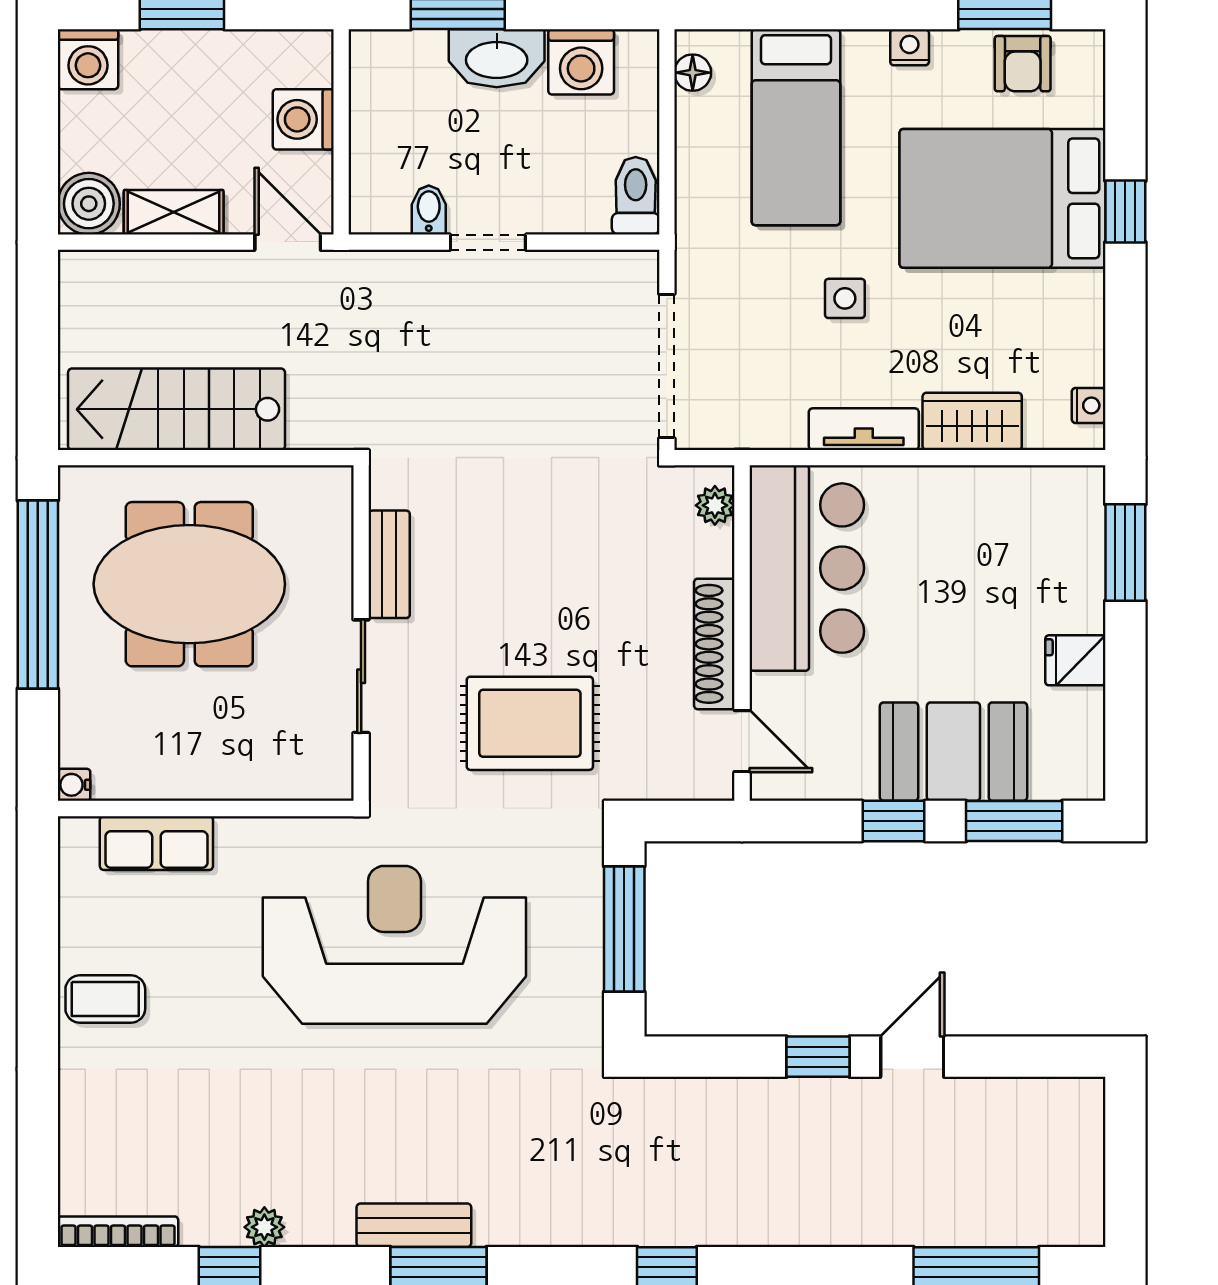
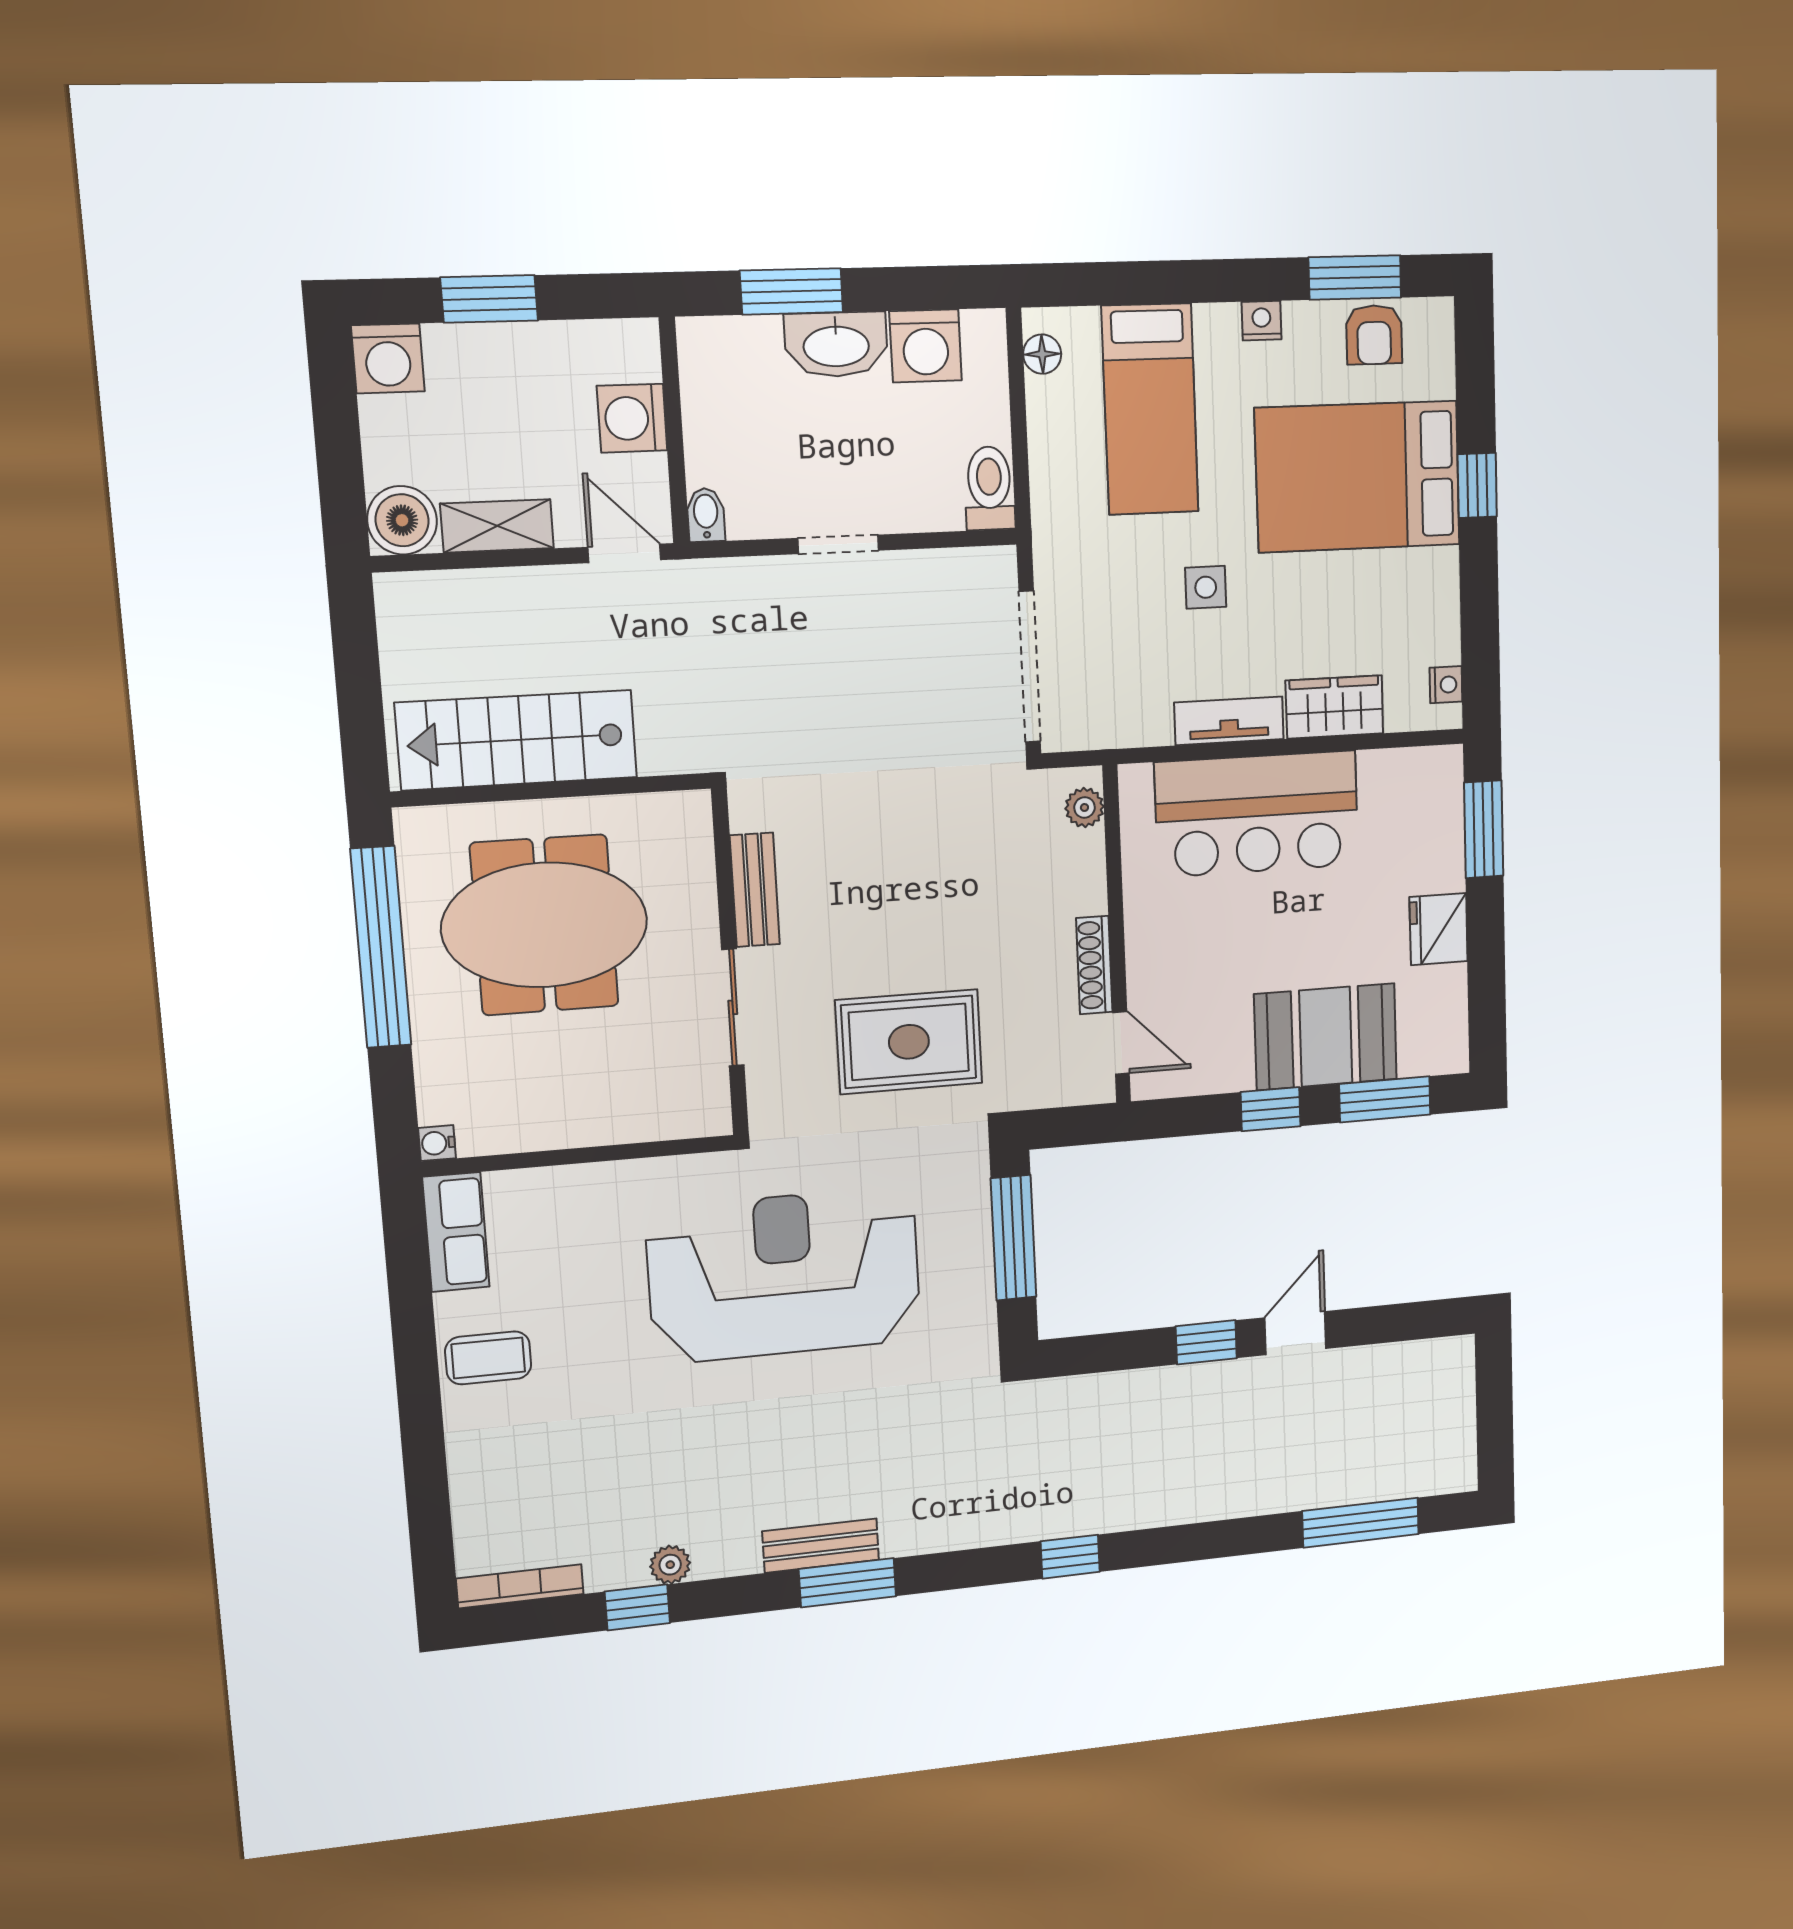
bidet: (429, 210) -> (706, 515), moved
bar counter: (807, 568) -> (1257, 814), moved, turned 90
shoe rack: (714, 644) -> (1094, 965), width x0.74, depth x0.81
fridge: (1075, 660) -> (1439, 929), width x1.38
row of seats: (156, 843) -> (456, 1232), moved, turned -90

